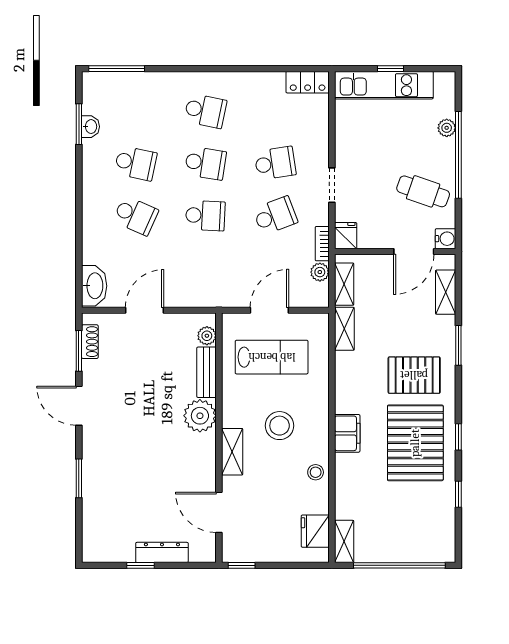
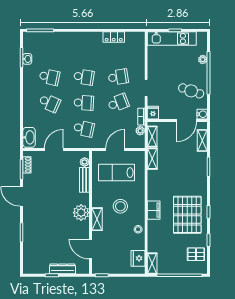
locker: (308, 82) -> (114, 37), moved
school desk: (205, 111) -> (84, 129), moved
lab bench: (272, 357) -> (116, 173), turned 180
pallet: (414, 375) -> (196, 254), moved, width x0.67, depth x0.71
plant: (200, 416) -> (81, 213), moved

